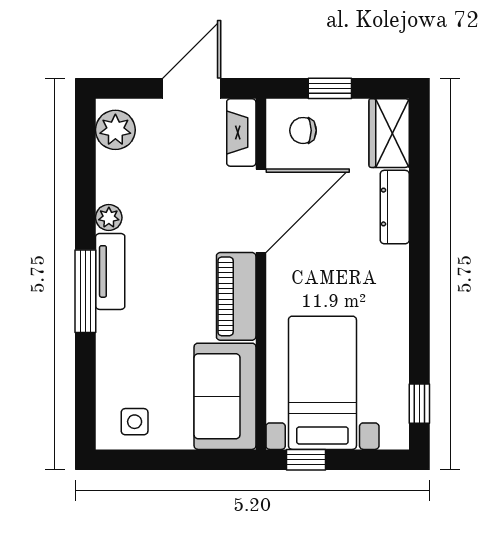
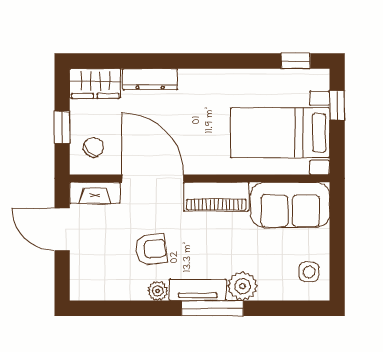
plant: (115, 130) -> (243, 286), moved
chair: (303, 130) -> (93, 147), turned -139
armchair: (165, 208) -> (151, 249), added
window: (306, 460) -> (337, 105), moved

